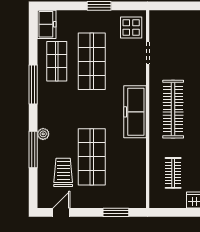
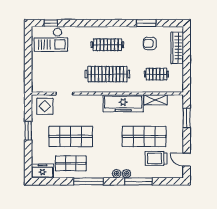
freezer: (135, 112) -> (123, 103), moved
plant: (43, 121) -> (117, 174), added
shelving: (139, 172) -> (156, 100), added

